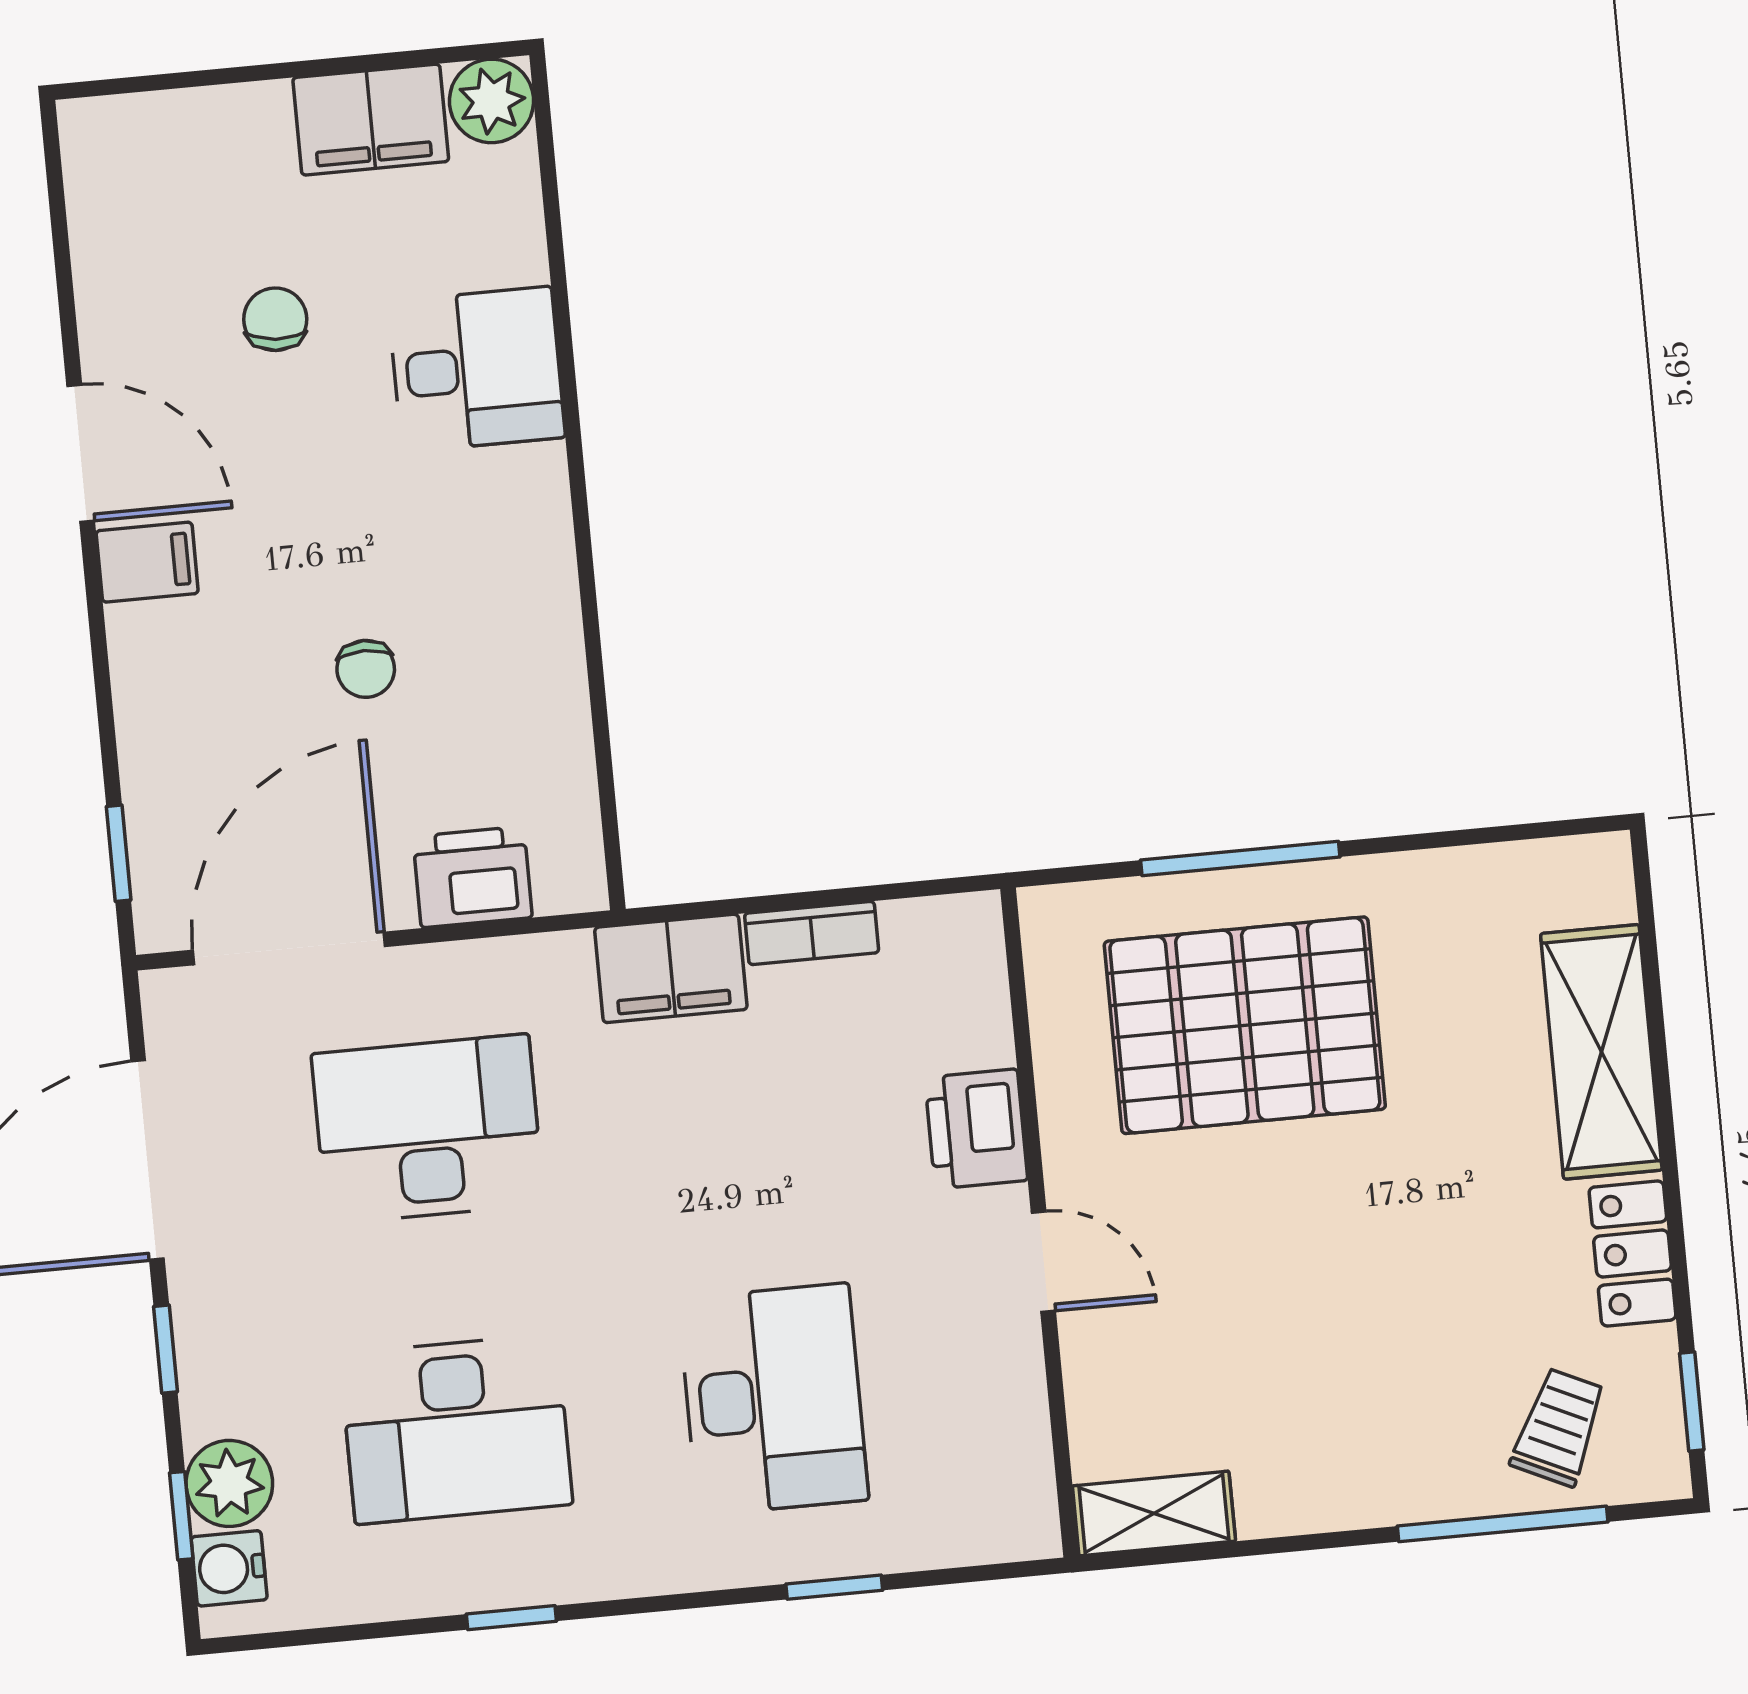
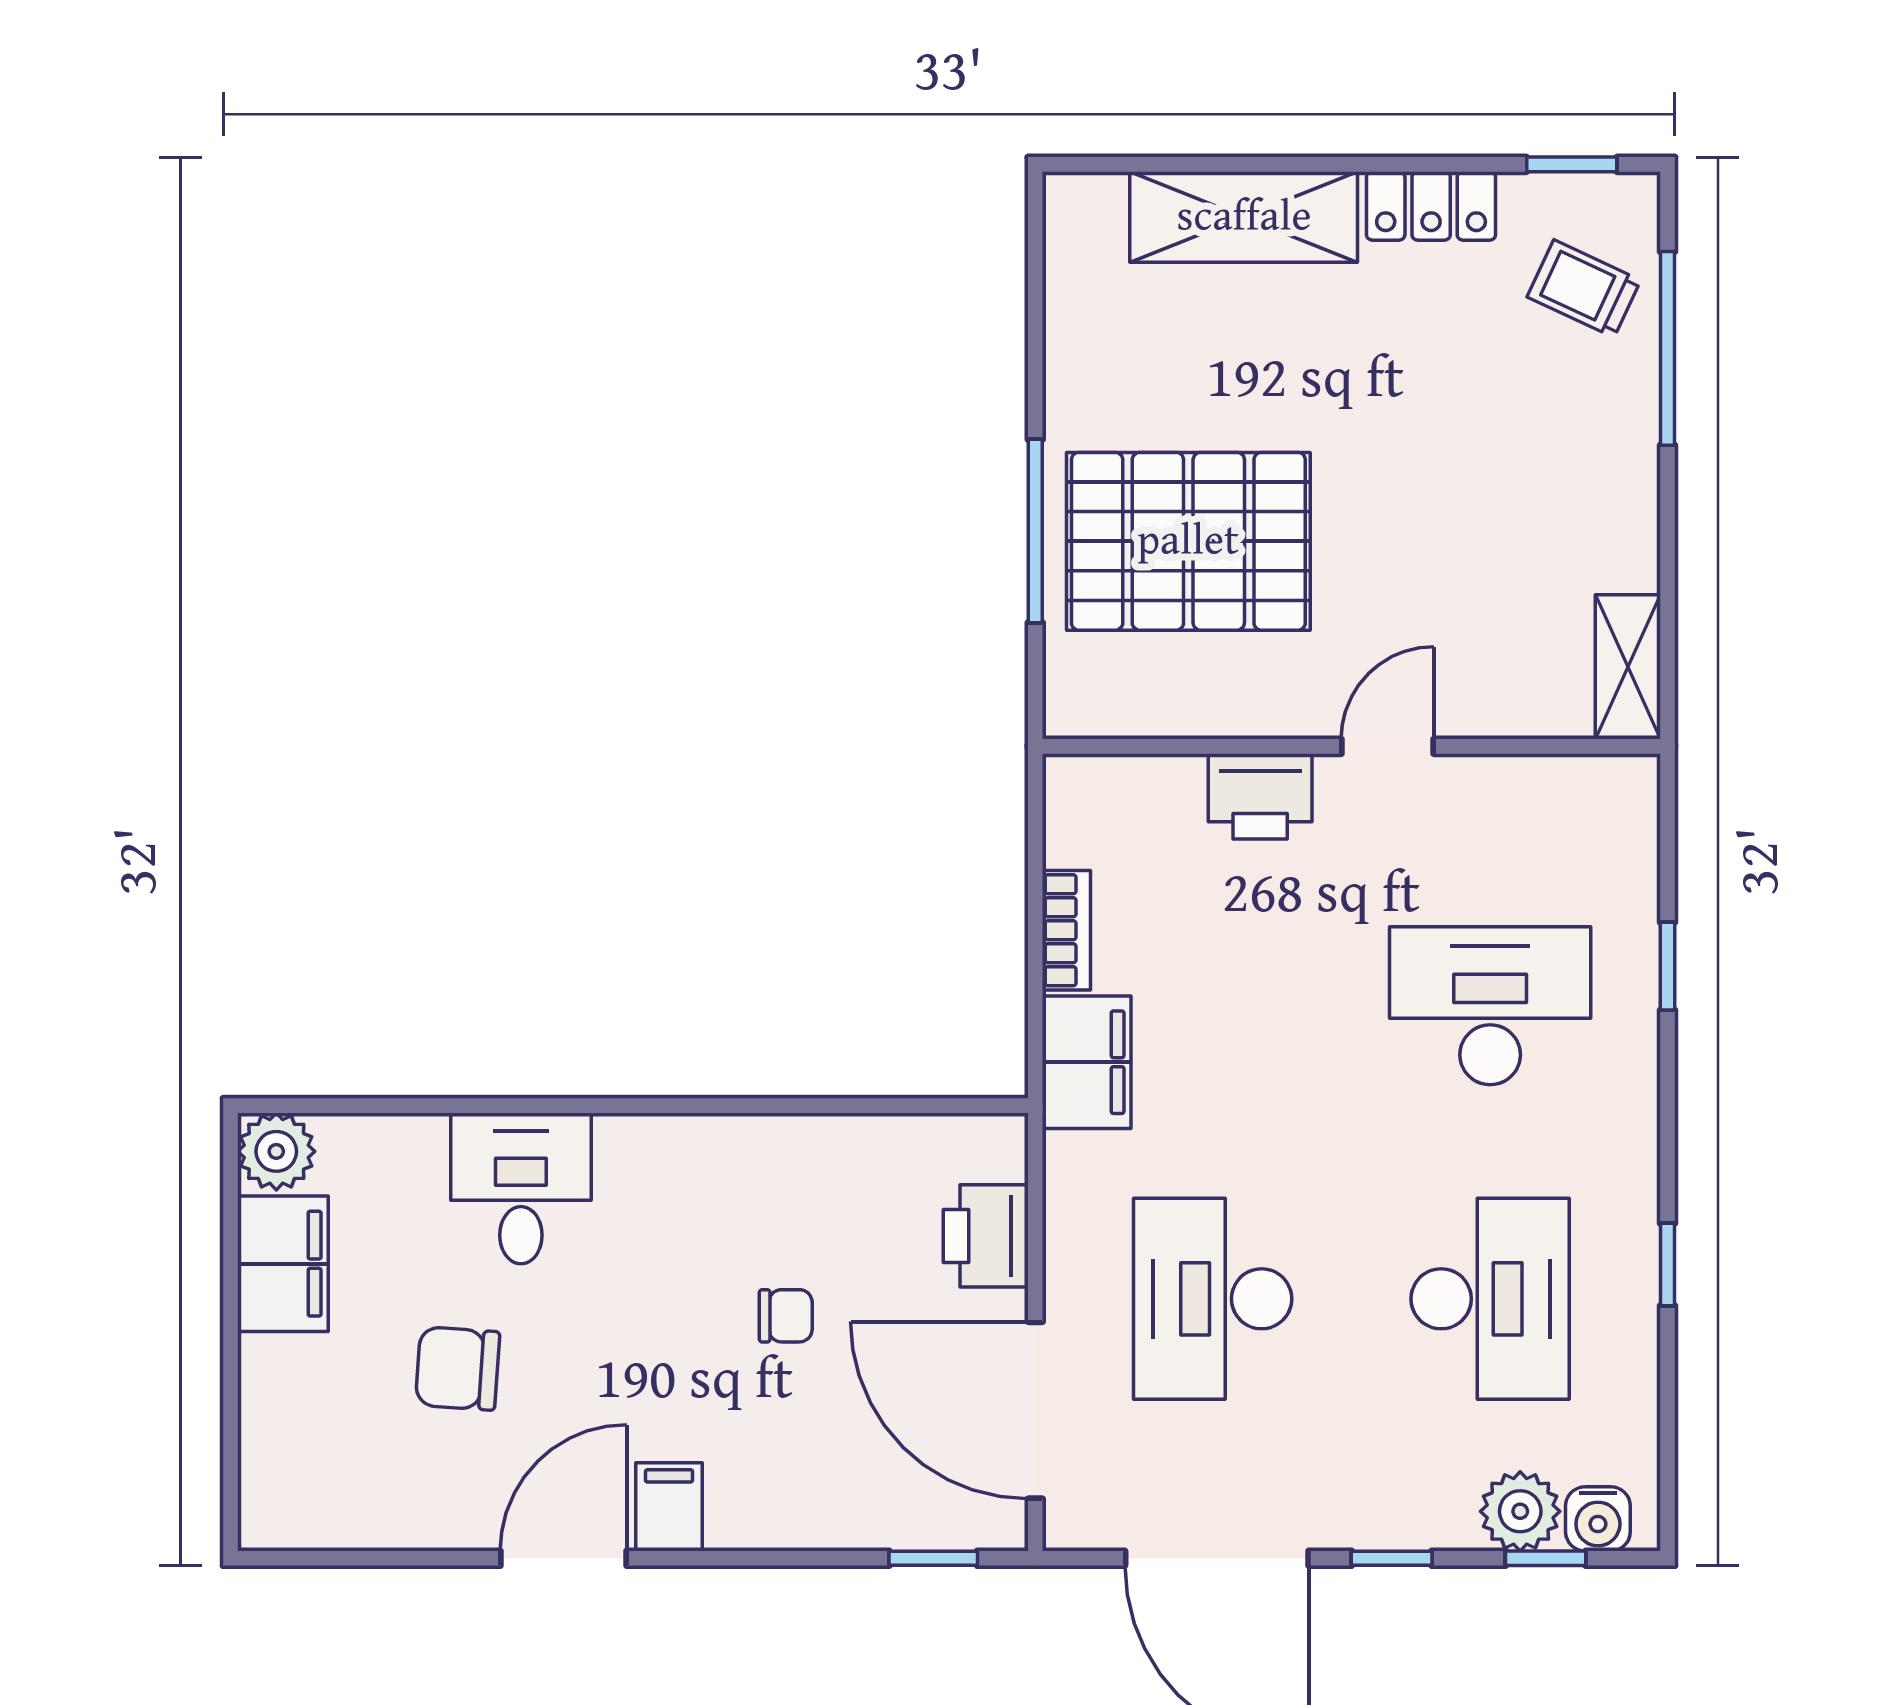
chair: (275, 319) -> (458, 1368), width x1.37, depth x1.37
pallet: (1245, 1025) -> (1188, 541), turned 90

